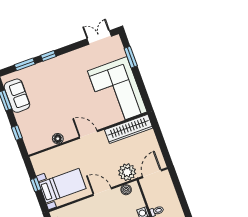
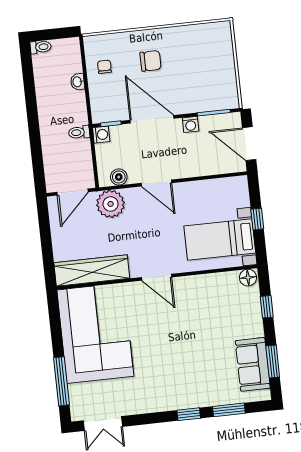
window: (131, 57) -> (61, 381), width x1.44
floor lamp: (58, 139) -> (248, 278), moved
bed with nightstands: (62, 186) -> (220, 239), moved

